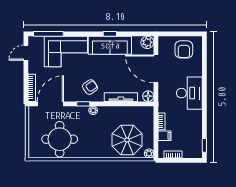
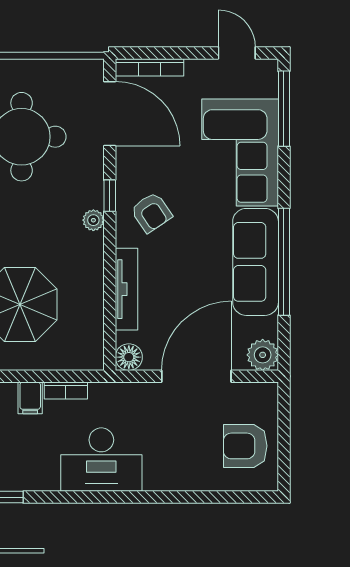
window: (110, 34) -> (284, 262), width x3.17
desk: (189, 93) -> (101, 460), moved

